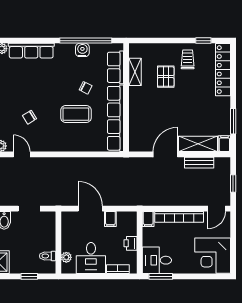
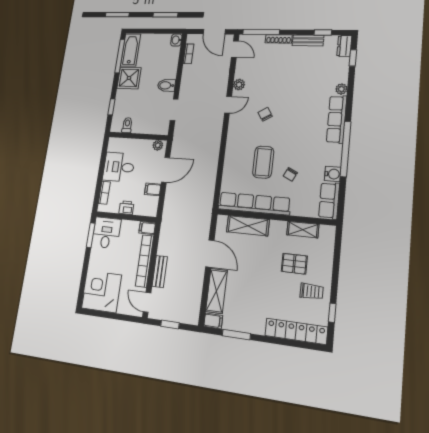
window: (86, 41) -> (346, 149), moved
row of seats: (115, 67) -> (329, 201), moved, turned -90
shelving: (136, 122) -> (248, 226), added
bench: (199, 163) -> (160, 272), moved
plant: (66, 257) -> (158, 145), moved

